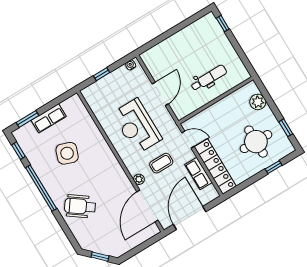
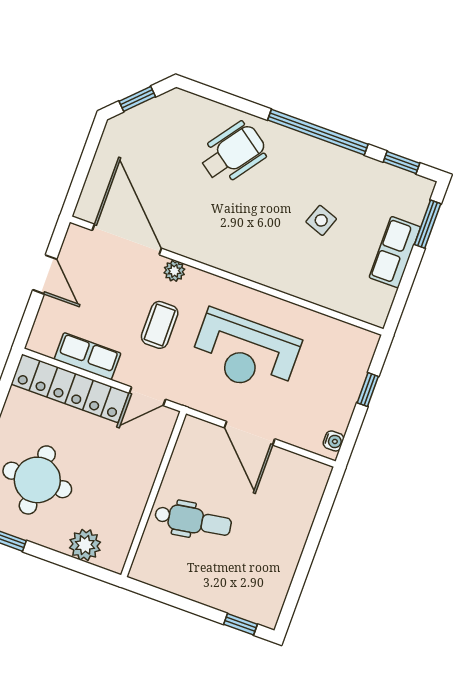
dental chair: (209, 78) -> (193, 520), turned -99
reception desk: (137, 126) -> (245, 352), turned 180
side table: (67, 153) -> (321, 220), width x0.54, depth x0.54
door: (190, 218) -> (45, 274), width x0.53

